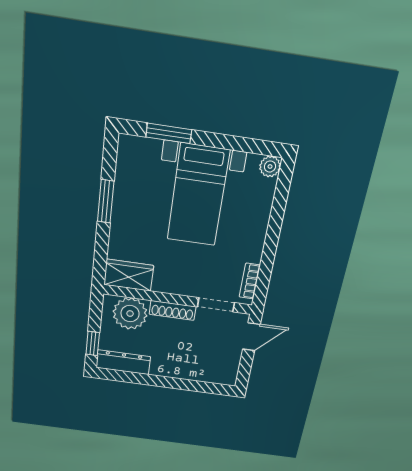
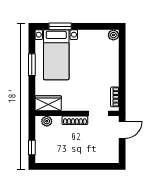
bed with nightstands: (198, 195) -> (56, 55), moved
plant: (130, 314) -> (47, 121), width x0.53, depth x0.53
dresser: (123, 362) -> (51, 157), removed

